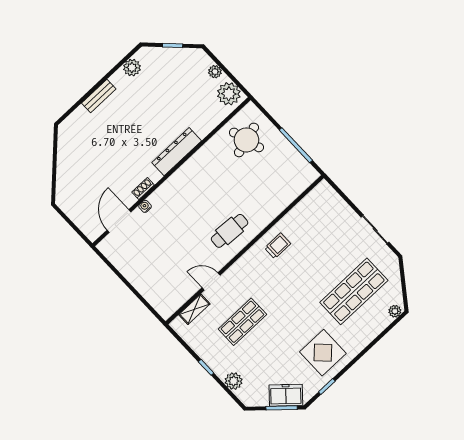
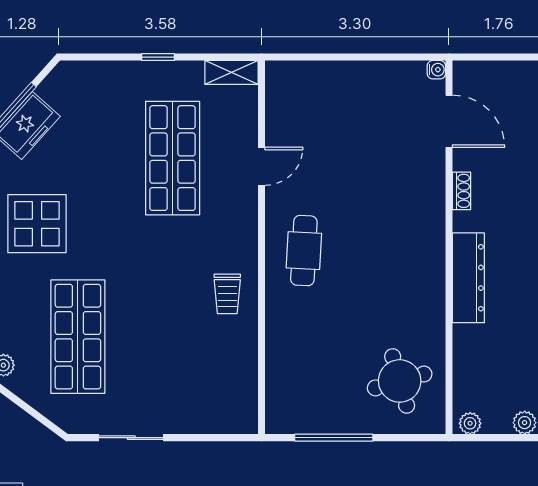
plant: (229, 94) -> (470, 423), width x0.53, depth x0.53
water cooler: (145, 206) -> (436, 70), moved
shelving: (194, 309) -> (231, 72), moved, turned 90
shop shelf: (242, 322) -> (173, 158), width x1.43, depth x1.36
plant: (234, 381) -> (107, 76), removed

